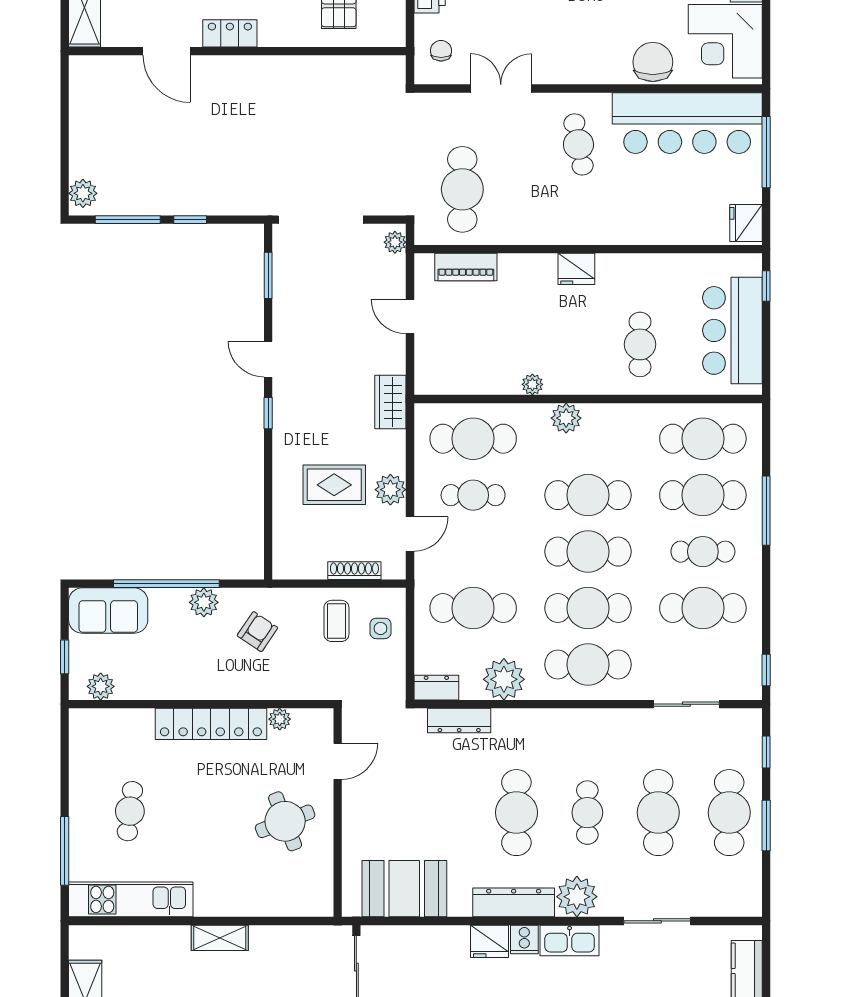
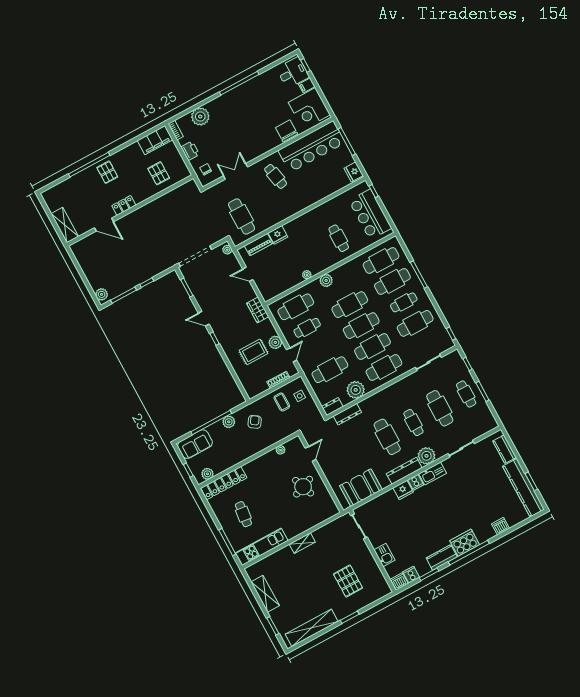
fridge: (576, 269) -> (278, 235), moved
locker: (211, 724) -> (224, 483), moved
cafe table: (729, 813) -> (466, 394), width x0.73, depth x0.74

